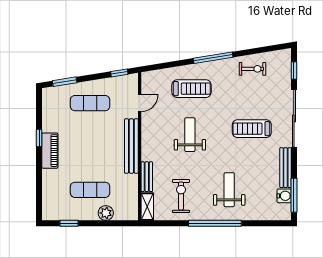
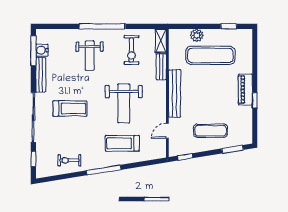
weight bench: (190, 135) -> (124, 103), width x1.36, depth x1.33
exercise mat: (90, 190) -> (210, 55), width x1.36, depth x1.45

